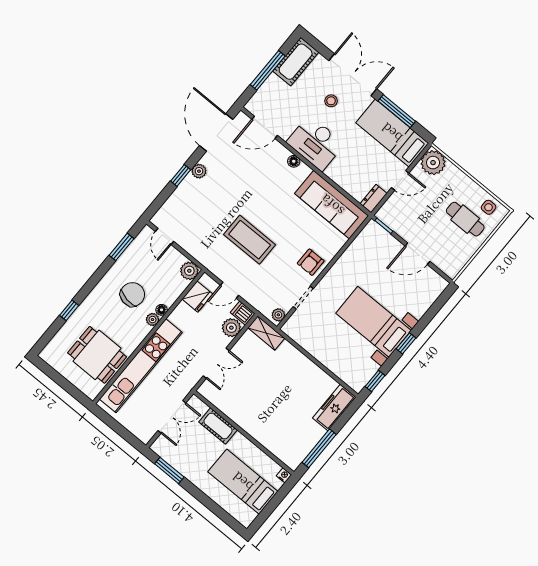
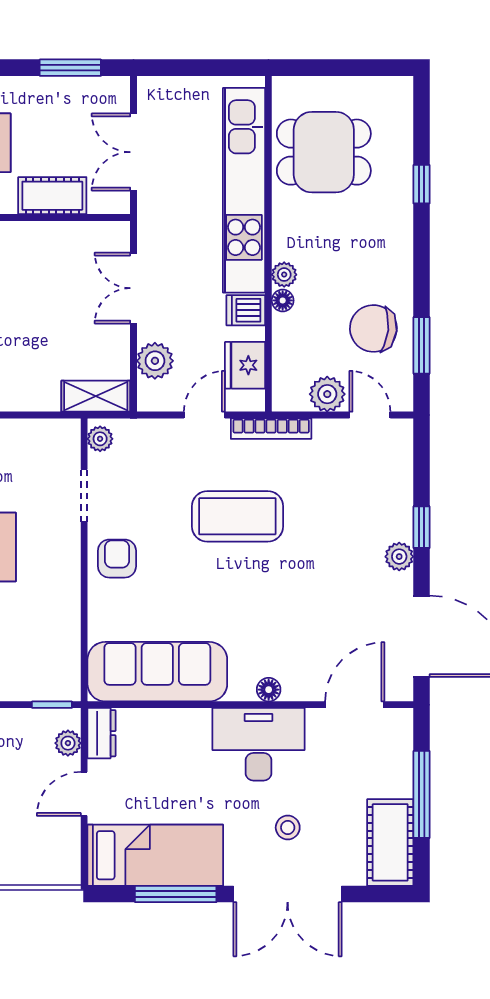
plant: (433, 163) -> (68, 743), moved, width x0.53, depth x0.53
bookcase: (208, 263) -> (271, 429), added
plant: (189, 271) -> (327, 394), moved
chair: (132, 295) -> (373, 328), moved, turned 86
dishwasher: (243, 313) -> (246, 310), moved, turned 180

